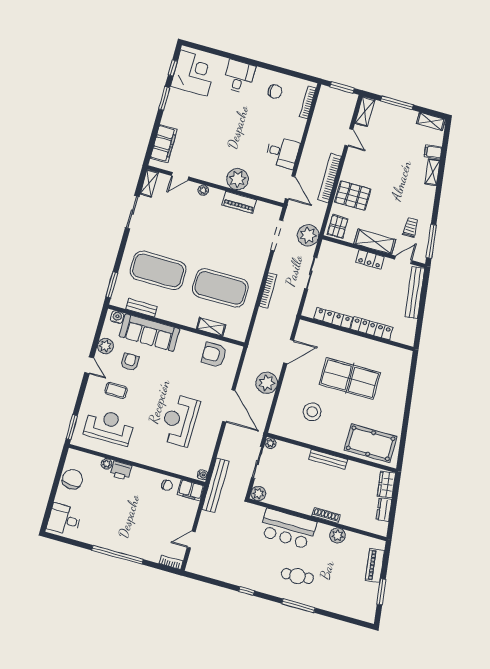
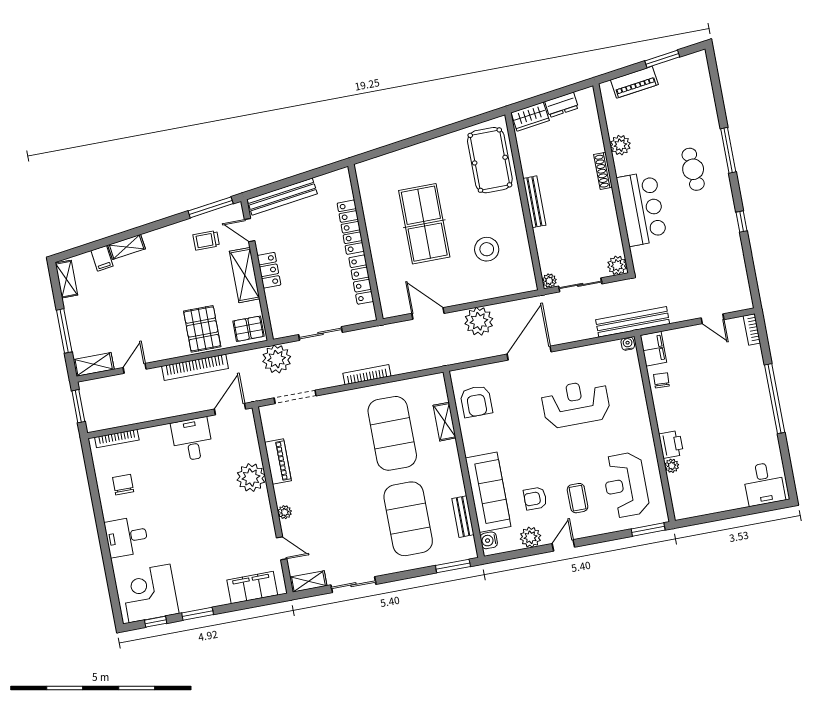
reception desk: (180, 420) -> (576, 404), turned 180
chair: (72, 479) -> (711, 498), removed

